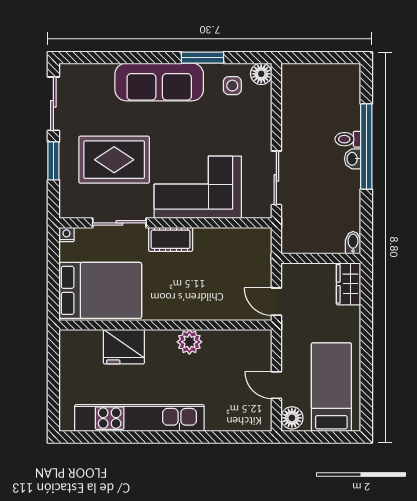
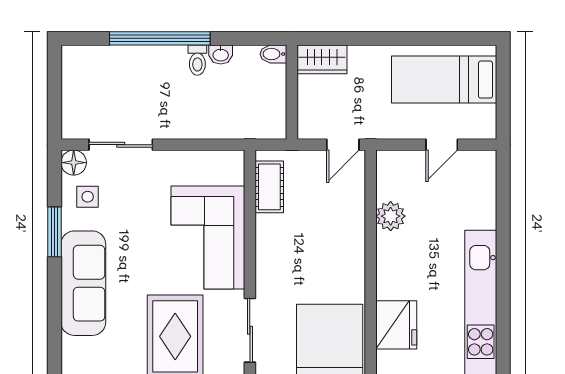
toilet: (348, 139) -> (197, 60), moved
washbasin: (353, 159) -> (221, 55), moved
sliding door: (276, 178) -> (121, 145), moved
cot: (171, 239) -> (269, 187), moved
plant: (189, 342) -> (391, 216), moved
floor lamp: (292, 418) -> (480, 126), removed

